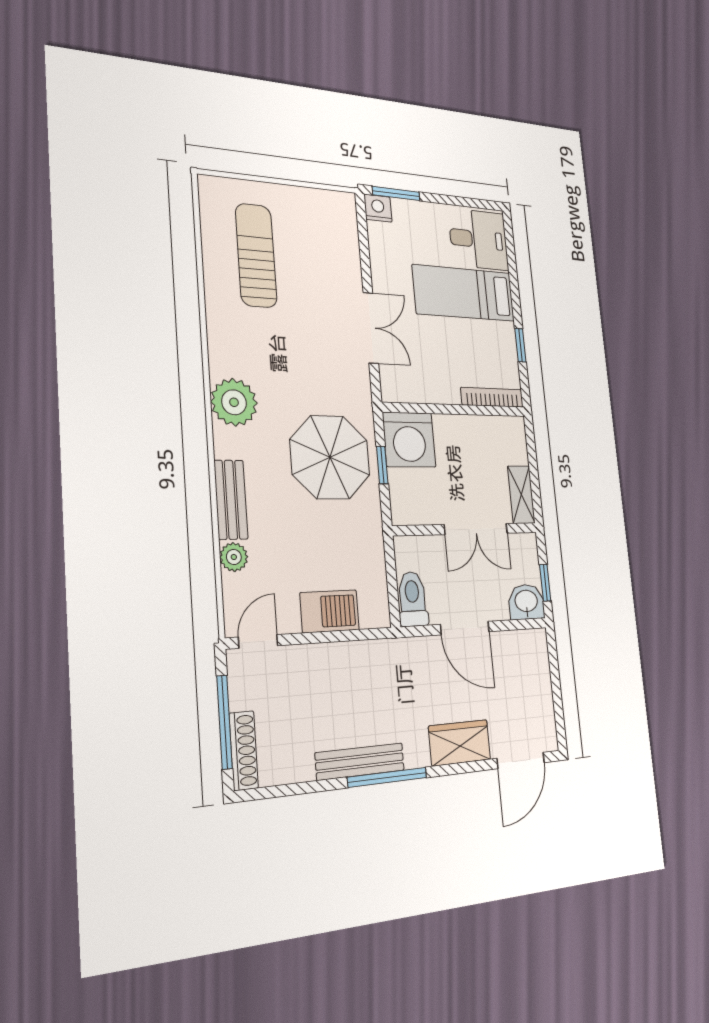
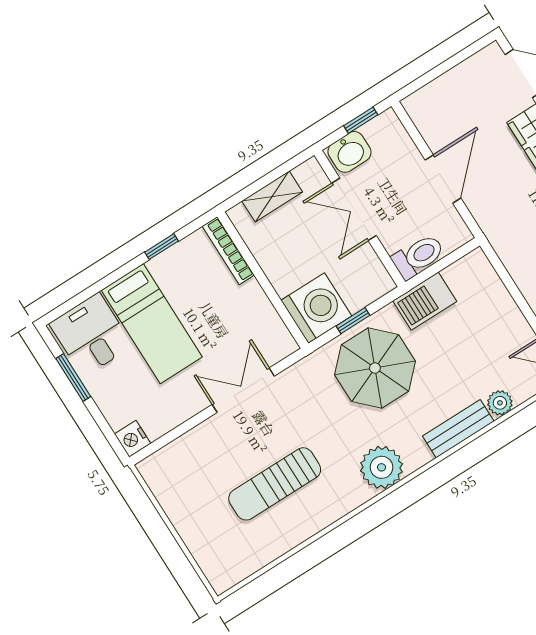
window: (396, 193) -> (73, 378), moved
sun lounger: (256, 255) -> (275, 484), moved
shelving: (521, 495) -> (272, 197), moved
double door: (476, 529) -> (354, 209), swing flipped
toilet: (412, 599) -> (418, 256), moved, turned 180
washbasin: (526, 602) -> (350, 152), moved, turned -90
barbecue: (330, 611) -> (425, 301), moved, turned -90

